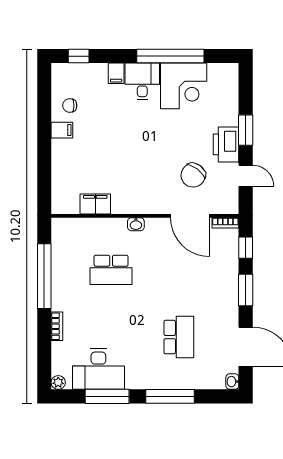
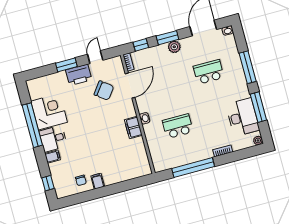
filing cabinet: (95, 204) -> (133, 128), moved
school desk: (111, 270) -> (178, 126), turned -90
plant: (229, 296) -> (174, 47), added

